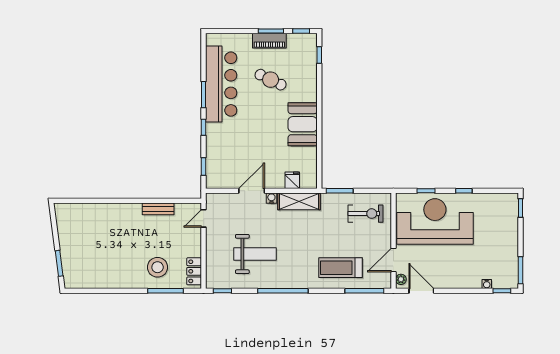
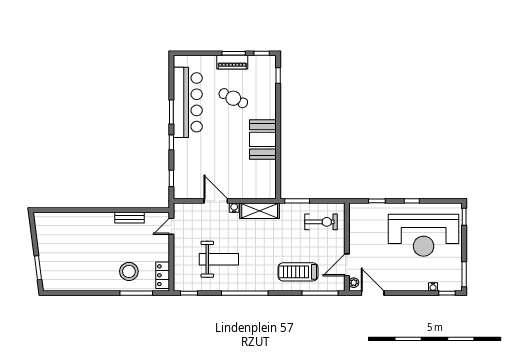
fridge: (292, 180) -> (253, 191), removed
door: (252, 191) -> (216, 201), hinge flipped
reception desk: (435, 221) -> (424, 235), moved, turned 180

